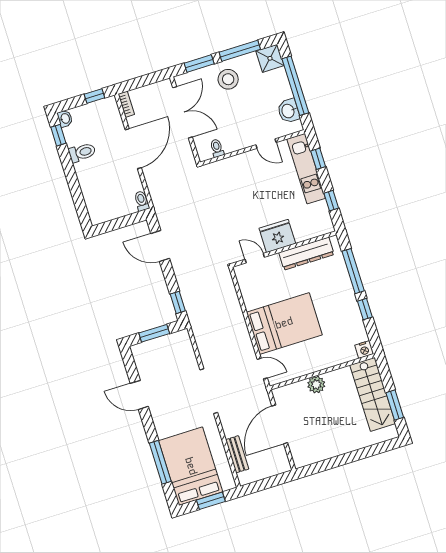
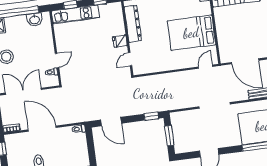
door: (266, 144) -> (57, 60), moved
fridge: (277, 236) -> (120, 41), width x0.53, depth x0.75
door: (160, 246) -> (111, 122), hinge flipped
bed: (284, 323) -> (191, 33), moved, turned -90
plant: (316, 385) -> (222, 32), removed

